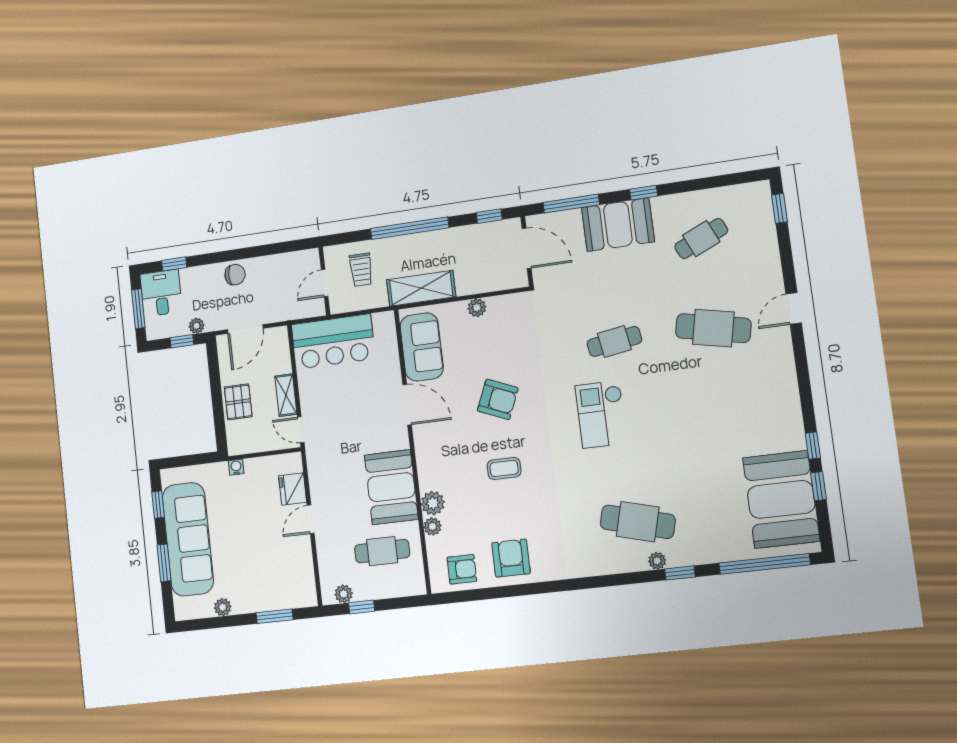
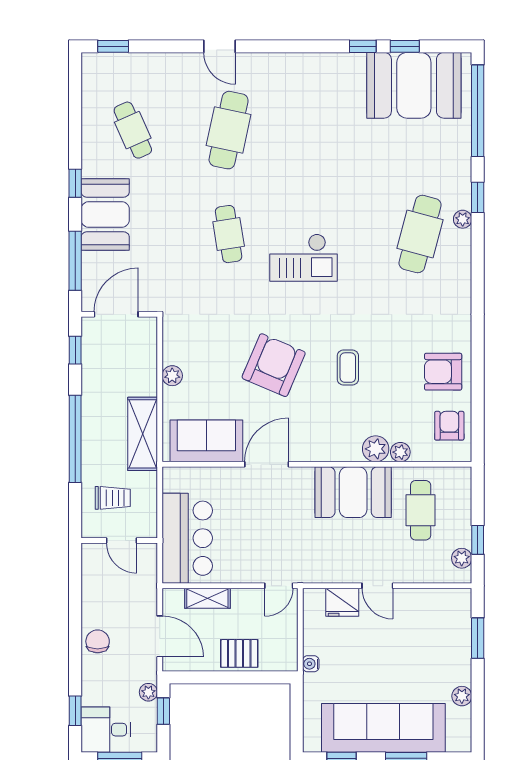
shelving: (286, 395) -> (207, 598), moved
armchair: (498, 399) -> (274, 365), width x1.36, depth x1.36

